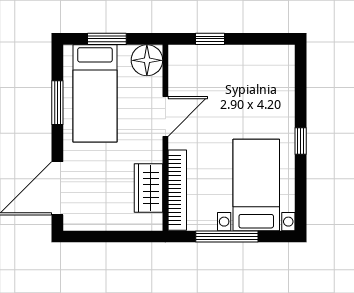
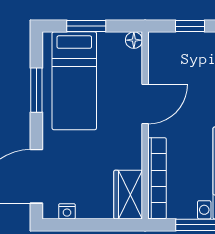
floor lamp: (147, 60) -> (134, 40), width x0.53, depth x0.53
wardrobe: (149, 188) -> (128, 195), moved
nightstand: (88, 223) -> (67, 211), added

